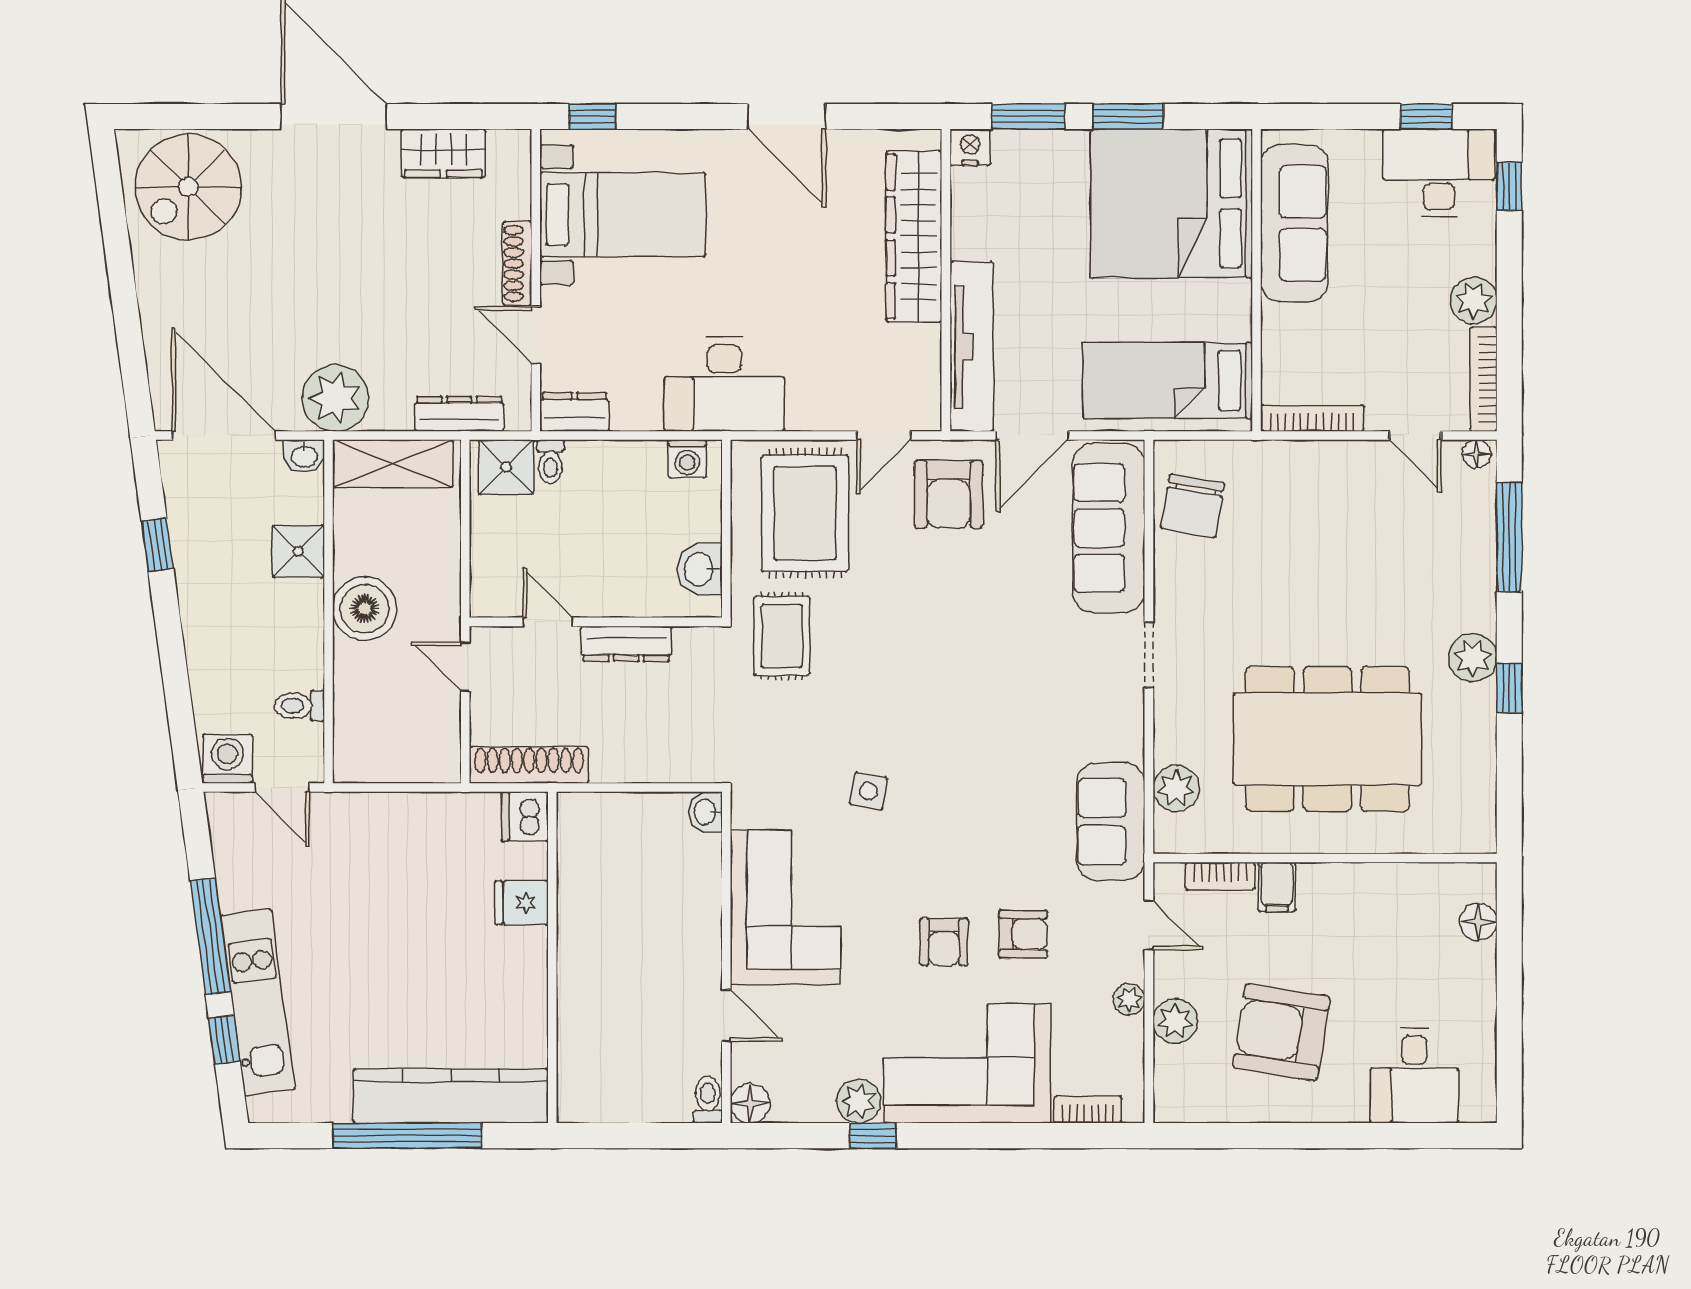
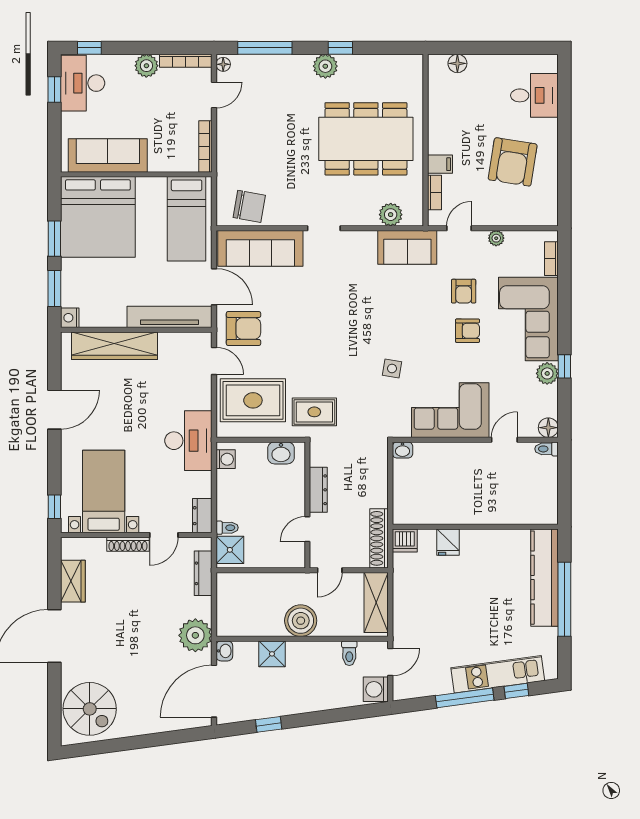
shelving: (393, 464) -> (376, 602), moved
dining table: (1327, 739) -> (366, 139), turned 90
armchair: (1023, 934) -> (464, 291), turned 180
plant: (1175, 1021) -> (507, 215), removed

